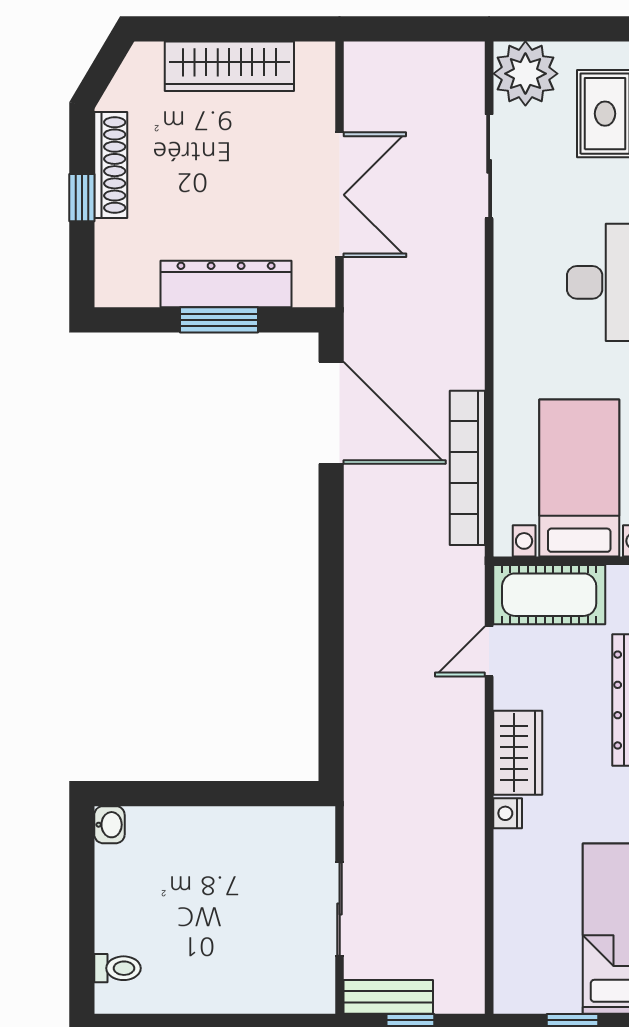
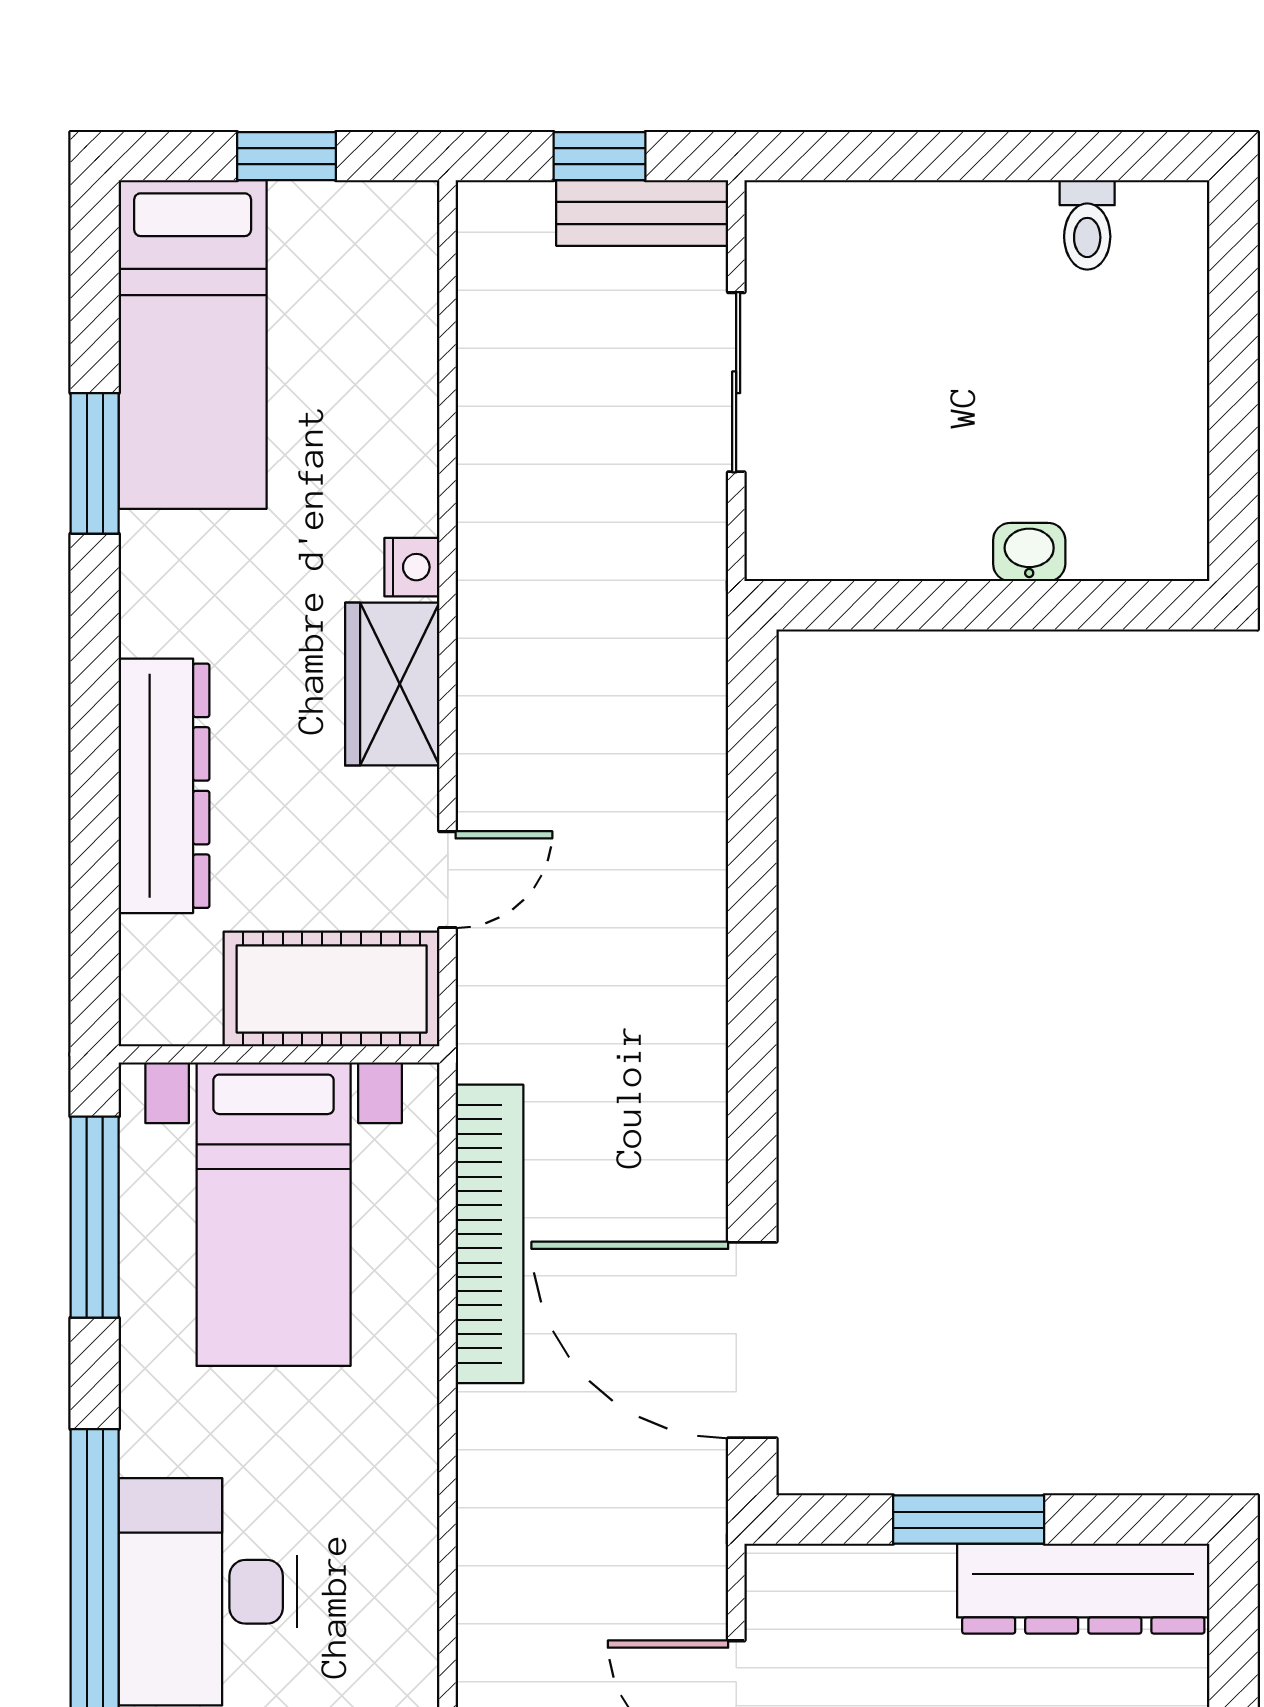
dresser: (226, 284) -> (1083, 1589), moved
washbasin: (109, 825) -> (1029, 552), moved, turned 90
toilet: (117, 968) -> (1087, 225), moved, turned -90

